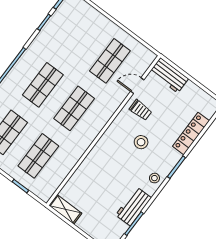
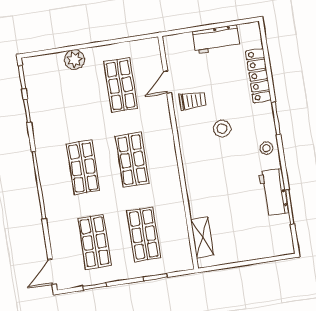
plant: (99, 21) -> (75, 60), added
workbench: (169, 75) -> (216, 39), moved
shelving: (65, 209) -> (202, 238), moved, turned 90

